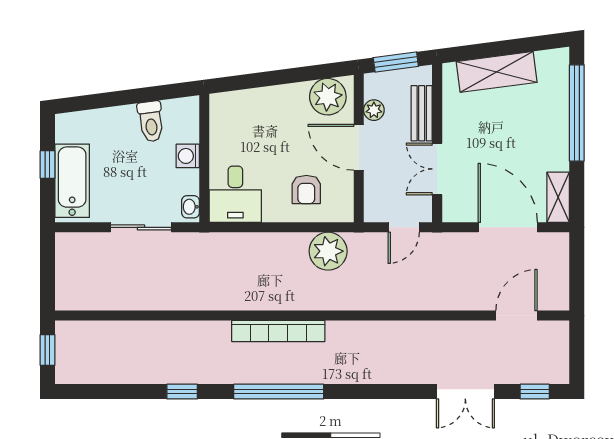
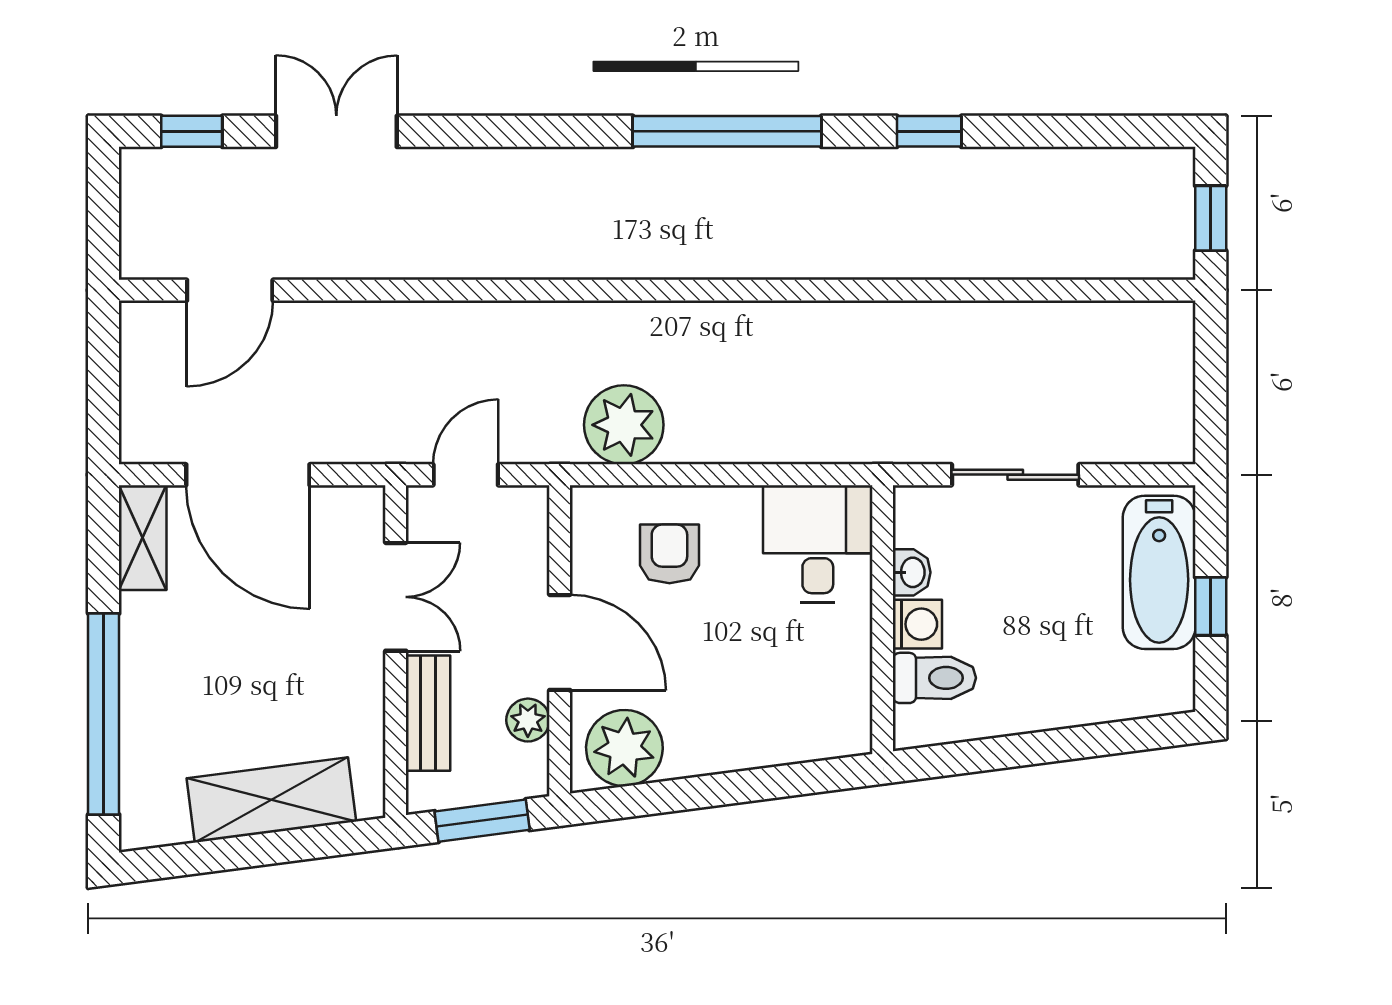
toilet: (151, 121) -> (934, 678), moved, turned 97
washbasin: (190, 207) -> (912, 572), moved
bookcase: (278, 331) -> (728, 258), removed

